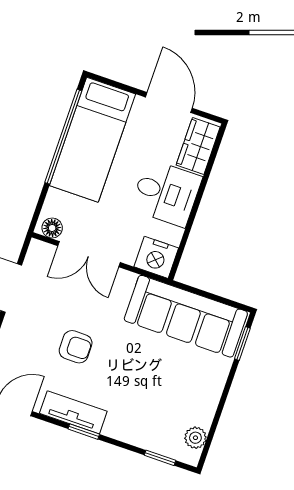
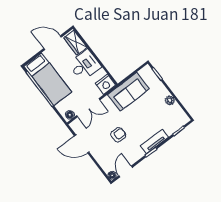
sofa: (186, 316) -> (128, 92), width x0.73
tv unit: (73, 412) -> (154, 141), moved
plant: (195, 438) -> (170, 100), moved

